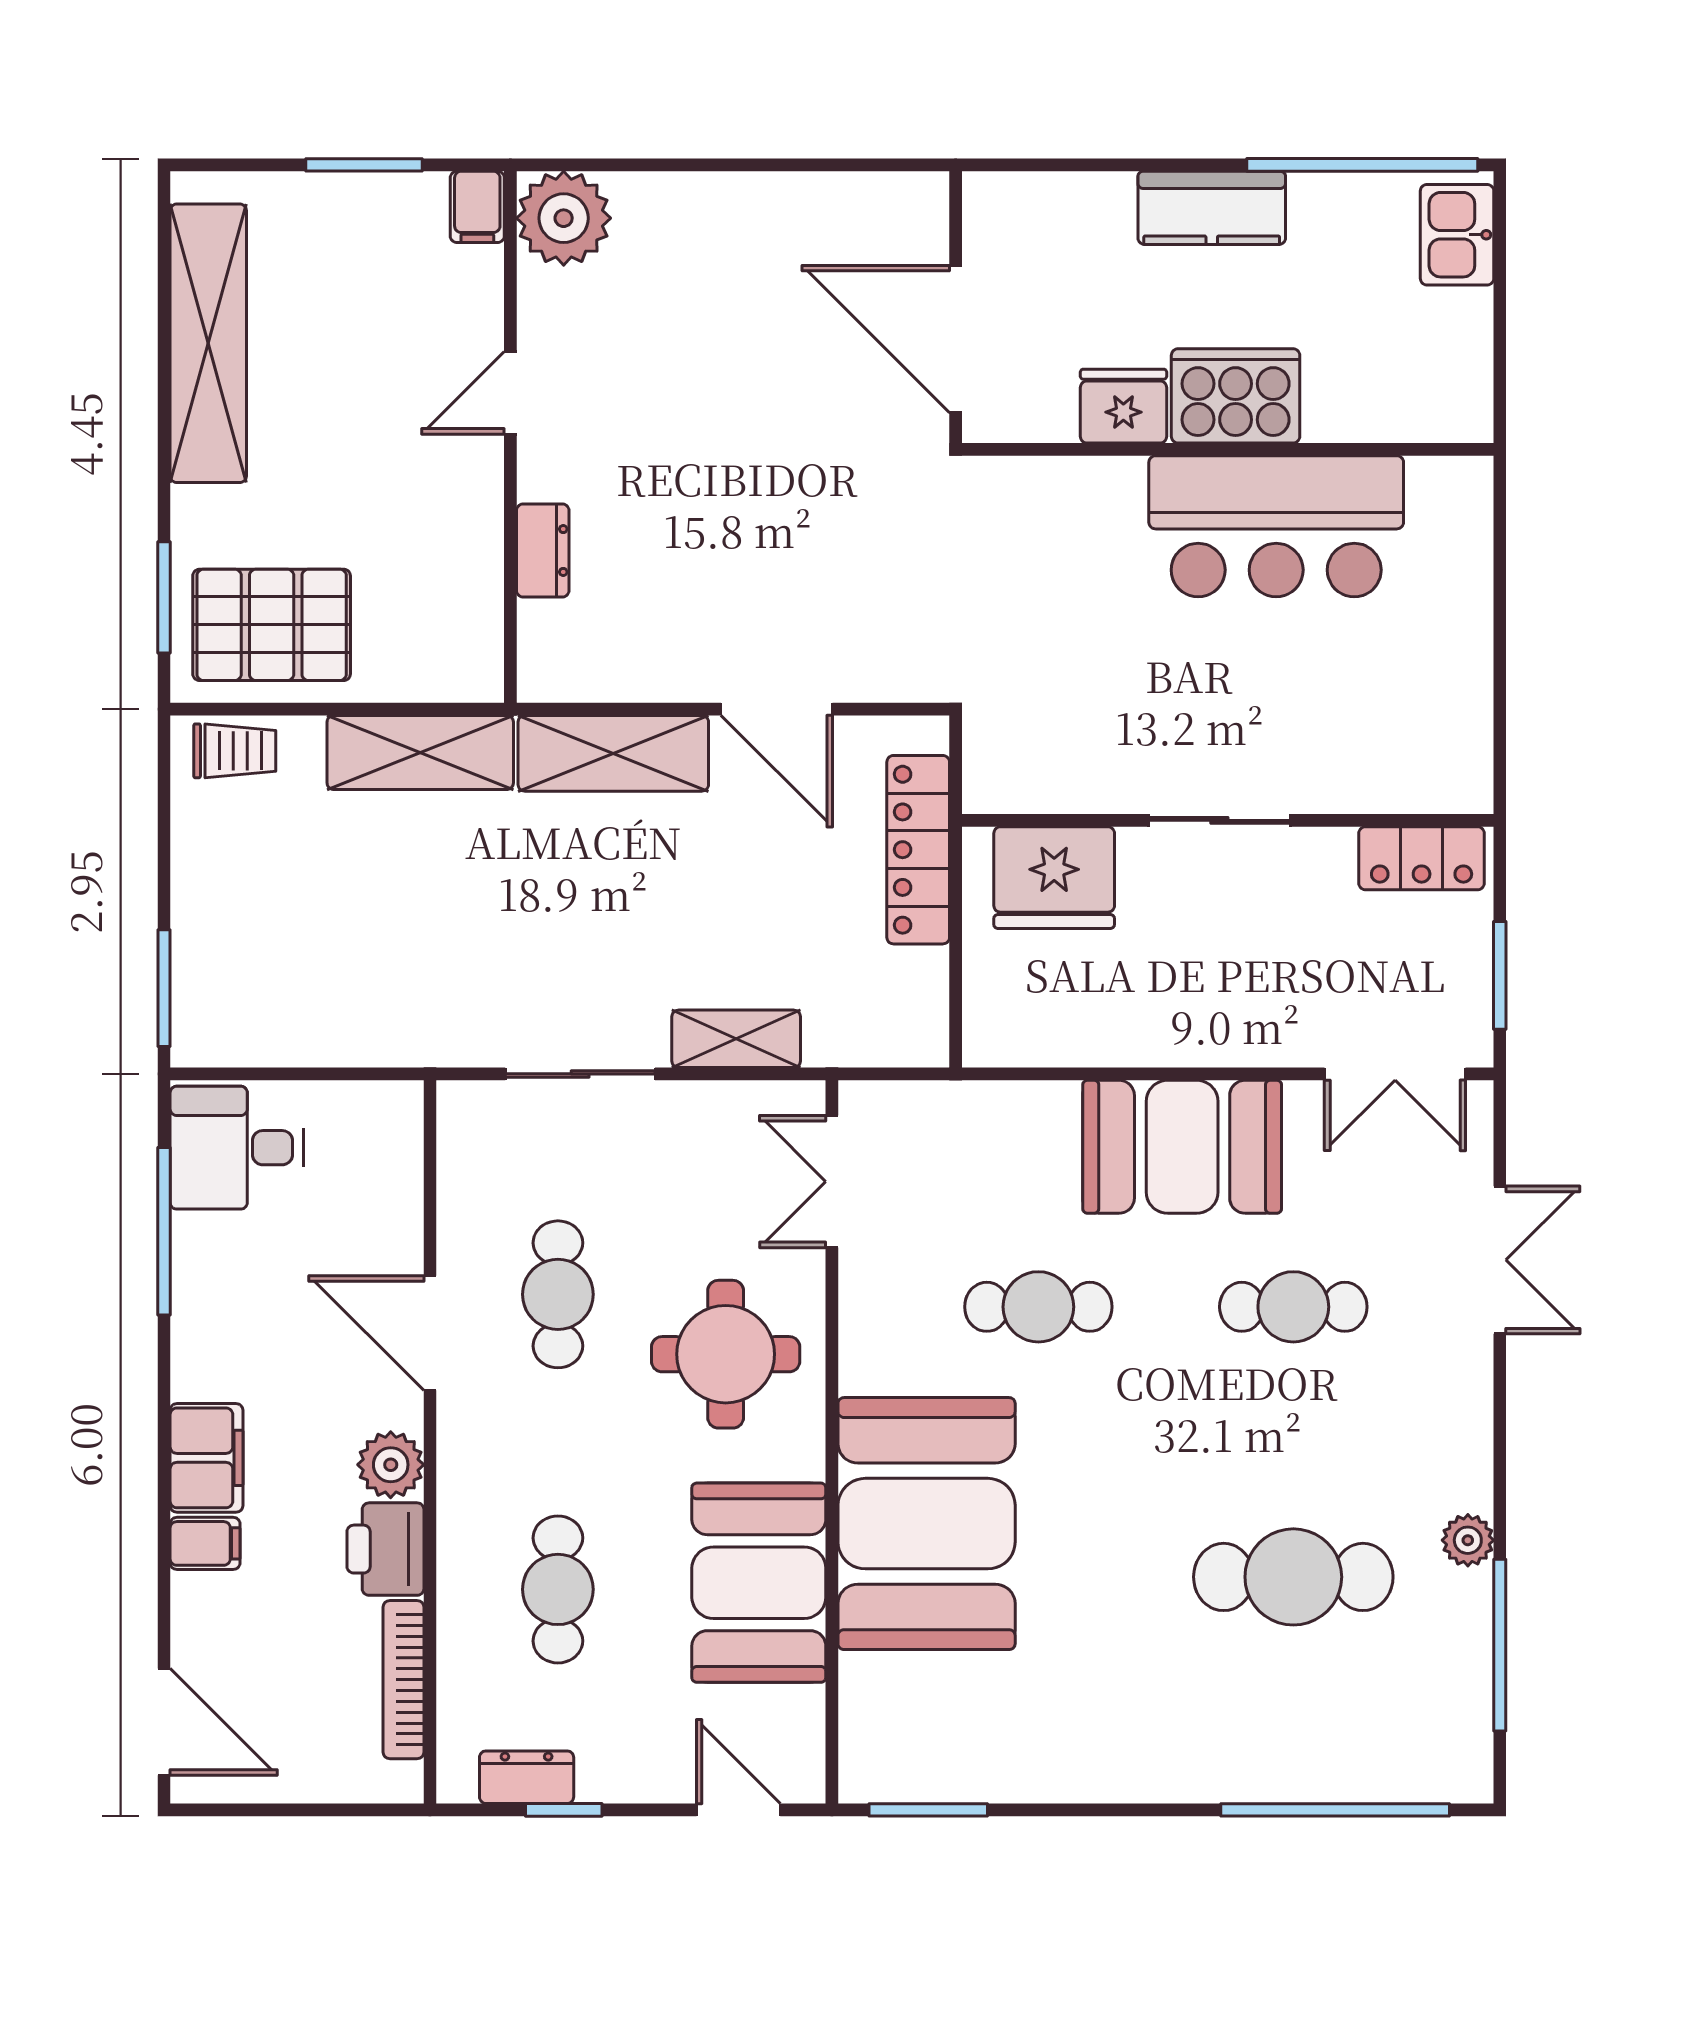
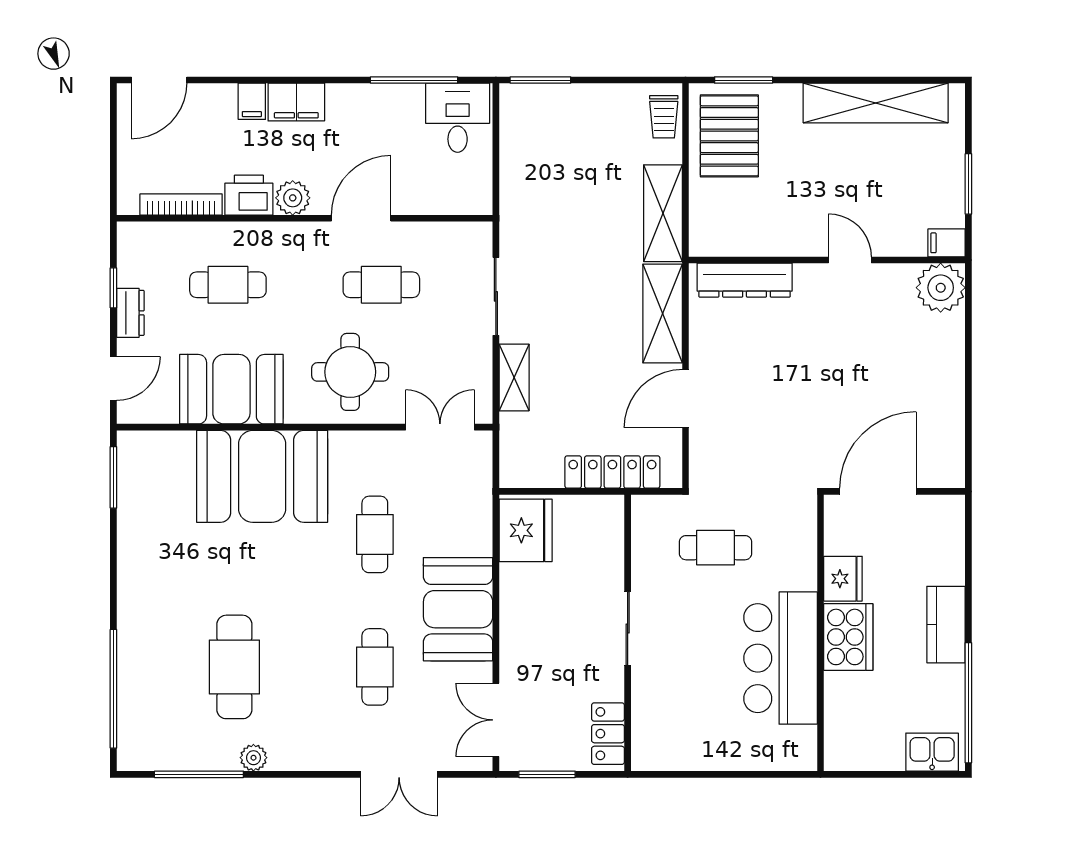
dresser: (543, 551) -> (745, 280), width x1.96, depth x1.24
cafe table: (1064, 651) -> (716, 548), added
fridge: (1054, 878) -> (526, 530), moved, turned 180
dresser: (527, 1777) -> (130, 313), moved

